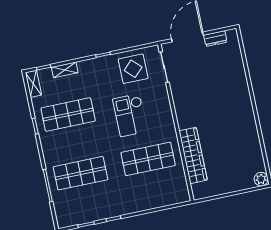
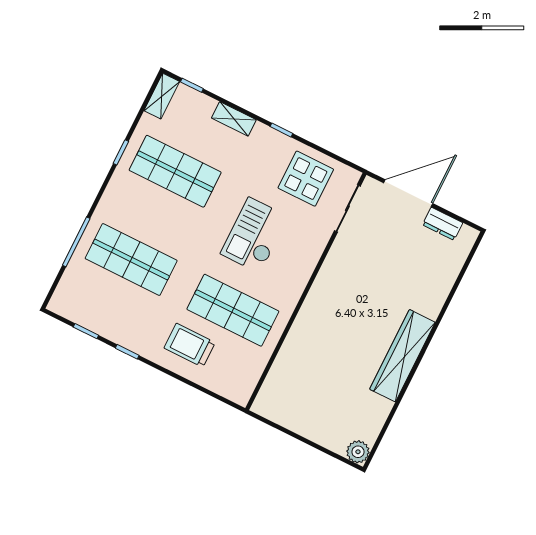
shelving: (65, 70) -> (234, 119), moved
wardrobe: (193, 155) -> (402, 356), moved, turned 180
trolley: (141, 192) -> (190, 345), added

